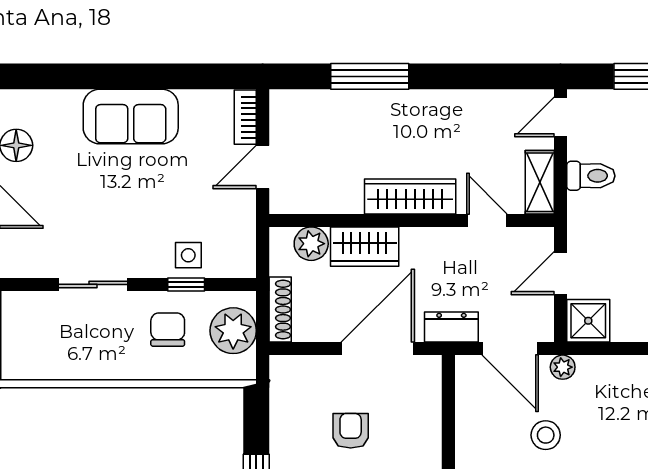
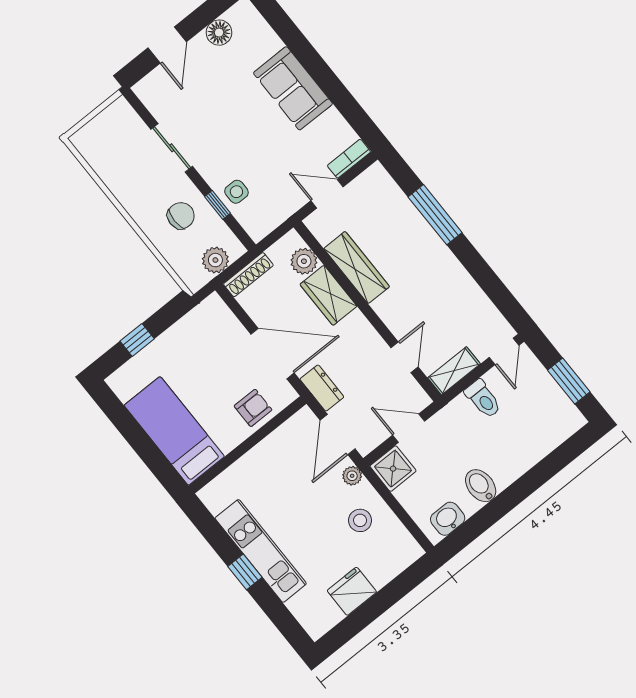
door: (560, 117) -> (504, 351), swing flipped
wardrobe: (410, 196) -> (357, 268), moved
plant: (233, 331) -> (215, 260), width x0.73, depth x0.73
armchair: (351, 431) -> (253, 408), moved
stool: (546, 435) -> (360, 520), moved

